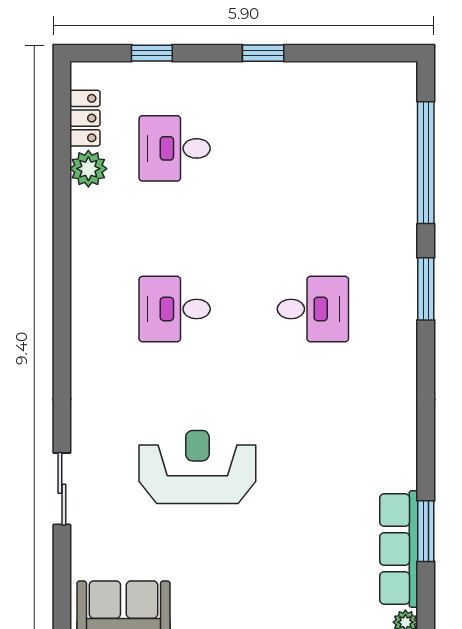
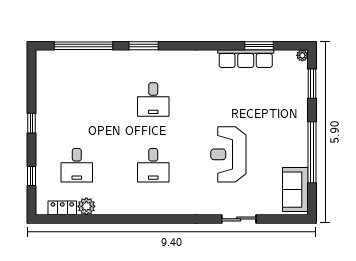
desk: (313, 309) -> (153, 99), turned 180
row of seats: (399, 549) -> (246, 59), moved

